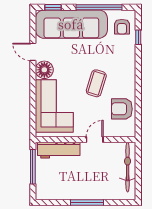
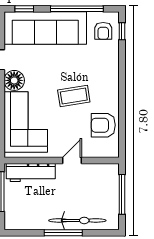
window: (138, 37) -> (122, 31), moved
coffee table: (96, 83) -> (74, 96), turned 64
bicycle: (128, 167) -> (77, 220), moved, turned 90
window: (138, 169) -> (122, 194), added

